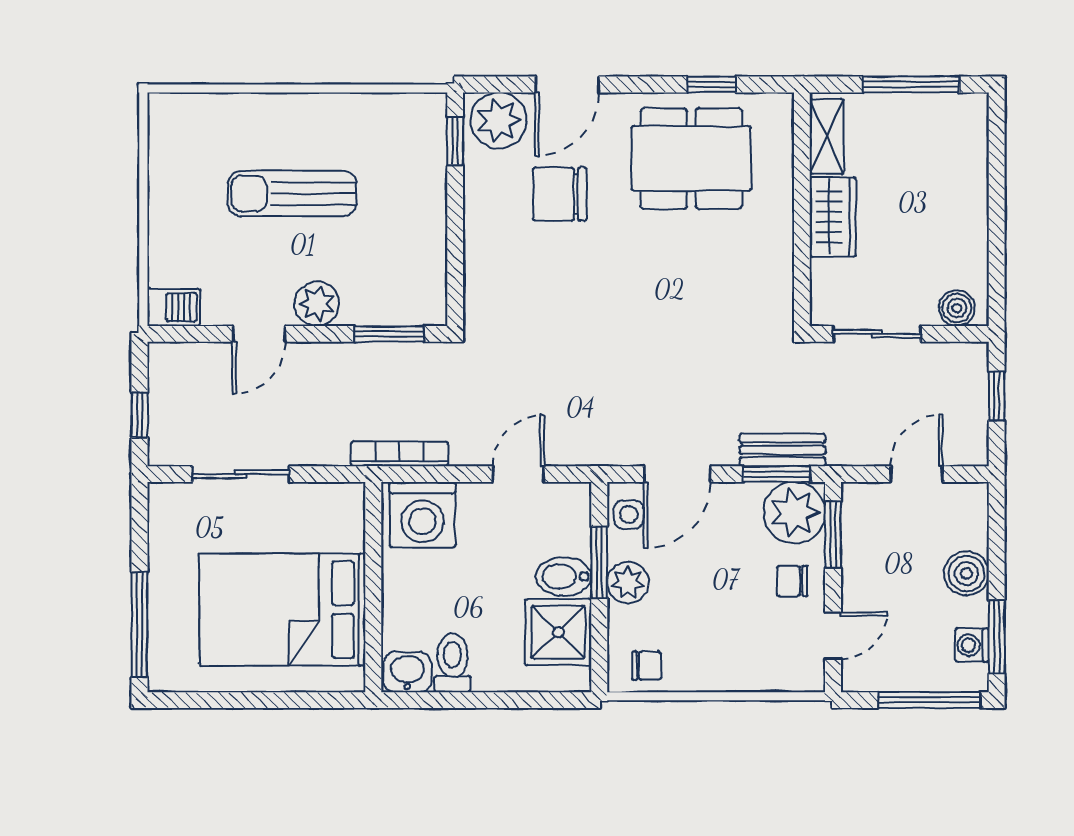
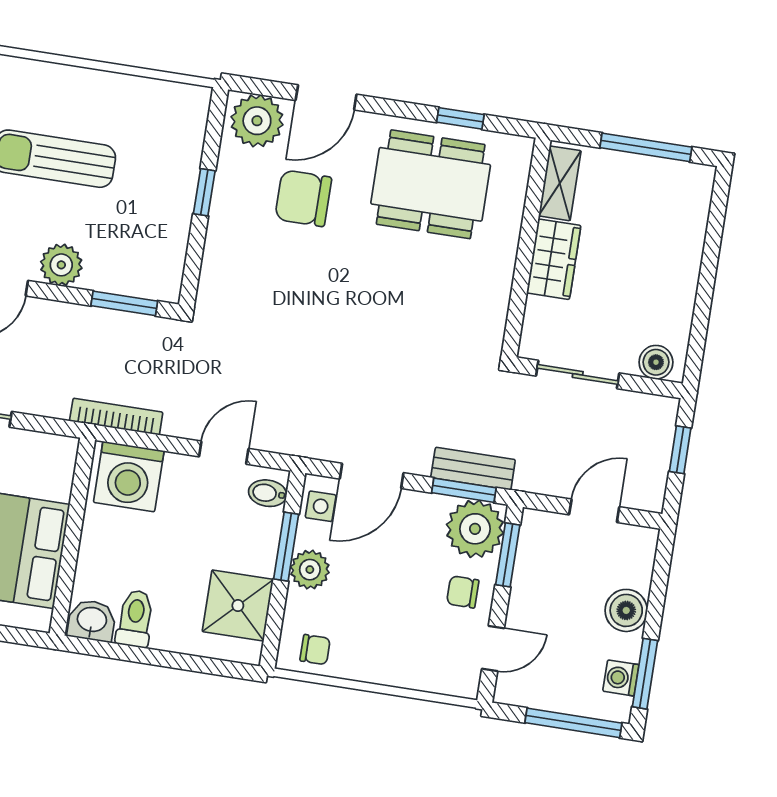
window: (455, 141) -> (204, 192), moved
bidet: (564, 577) -> (268, 493), moved, width x0.72, depth x0.74

